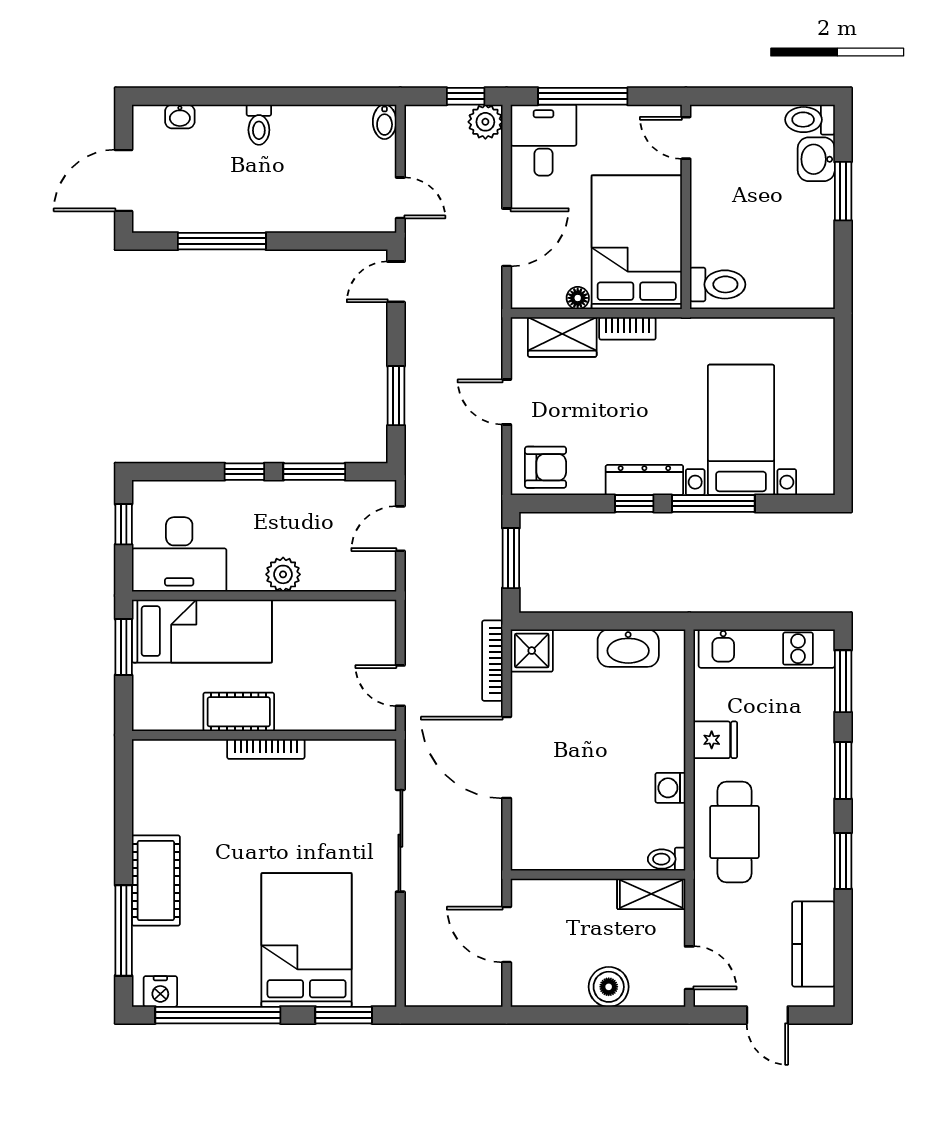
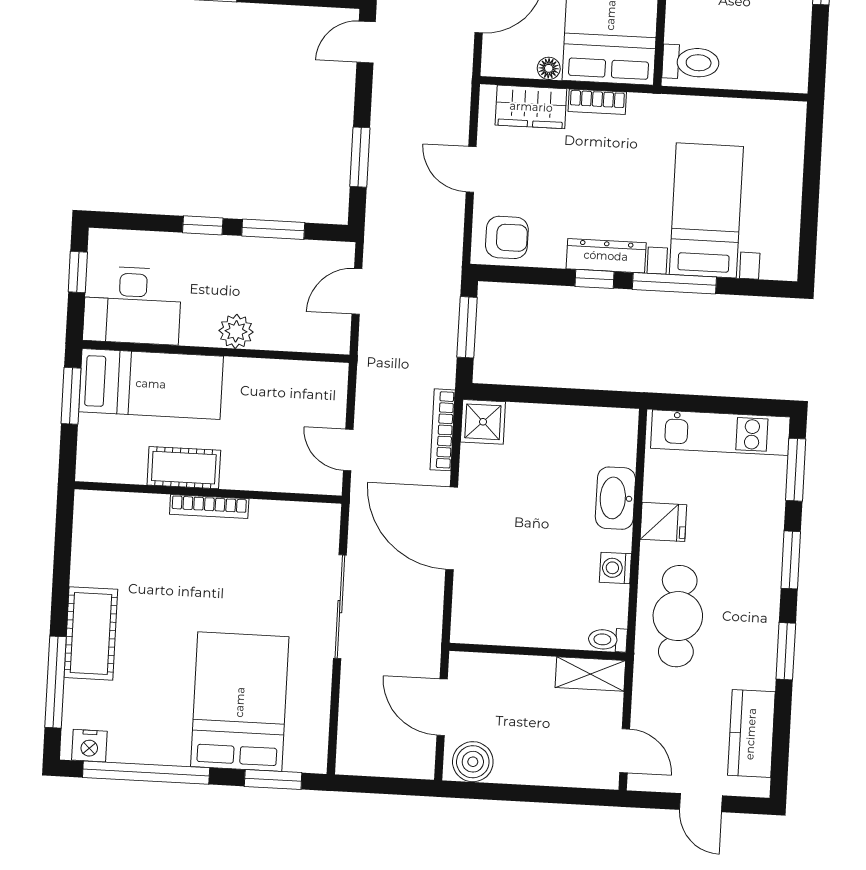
washbasin: (628, 648) -> (615, 498), moved, turned 90
boiler: (609, 987) -> (473, 762), moved

